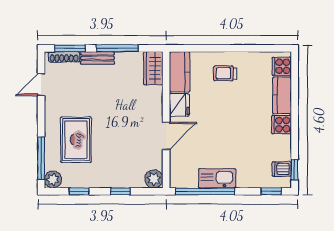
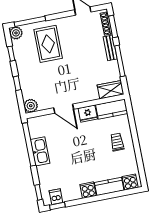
rug: (76, 140) -> (48, 44), turned 90

